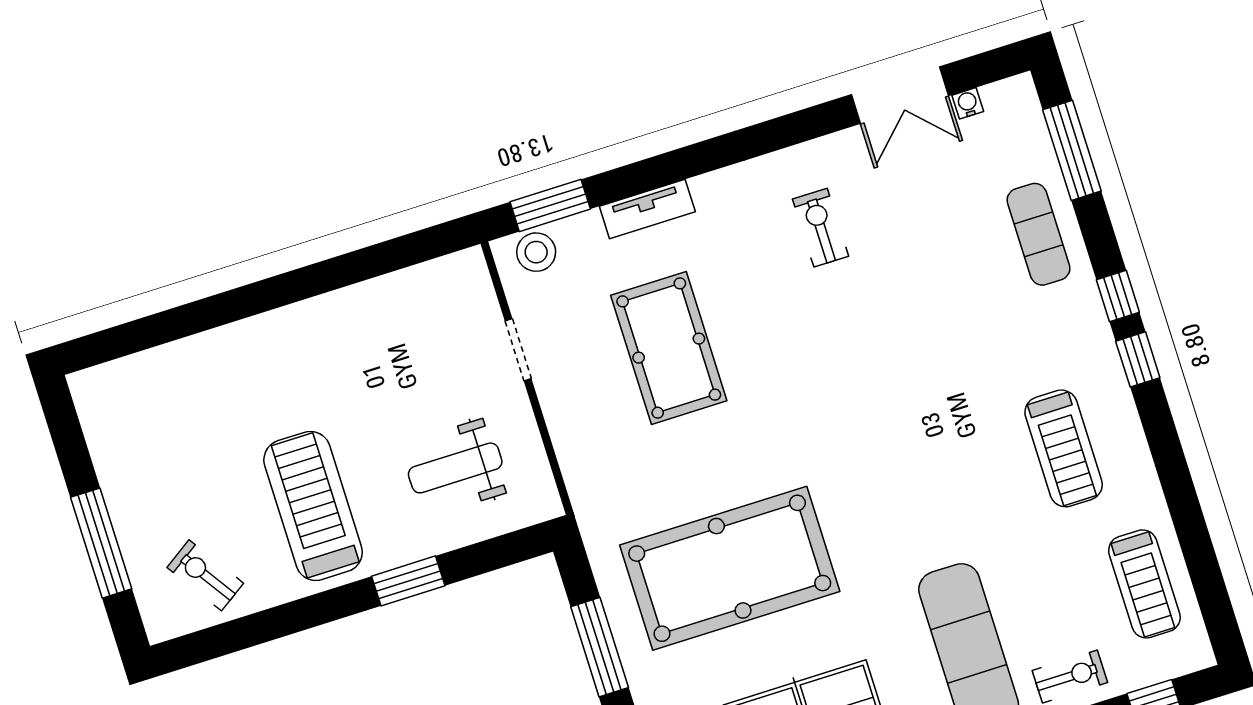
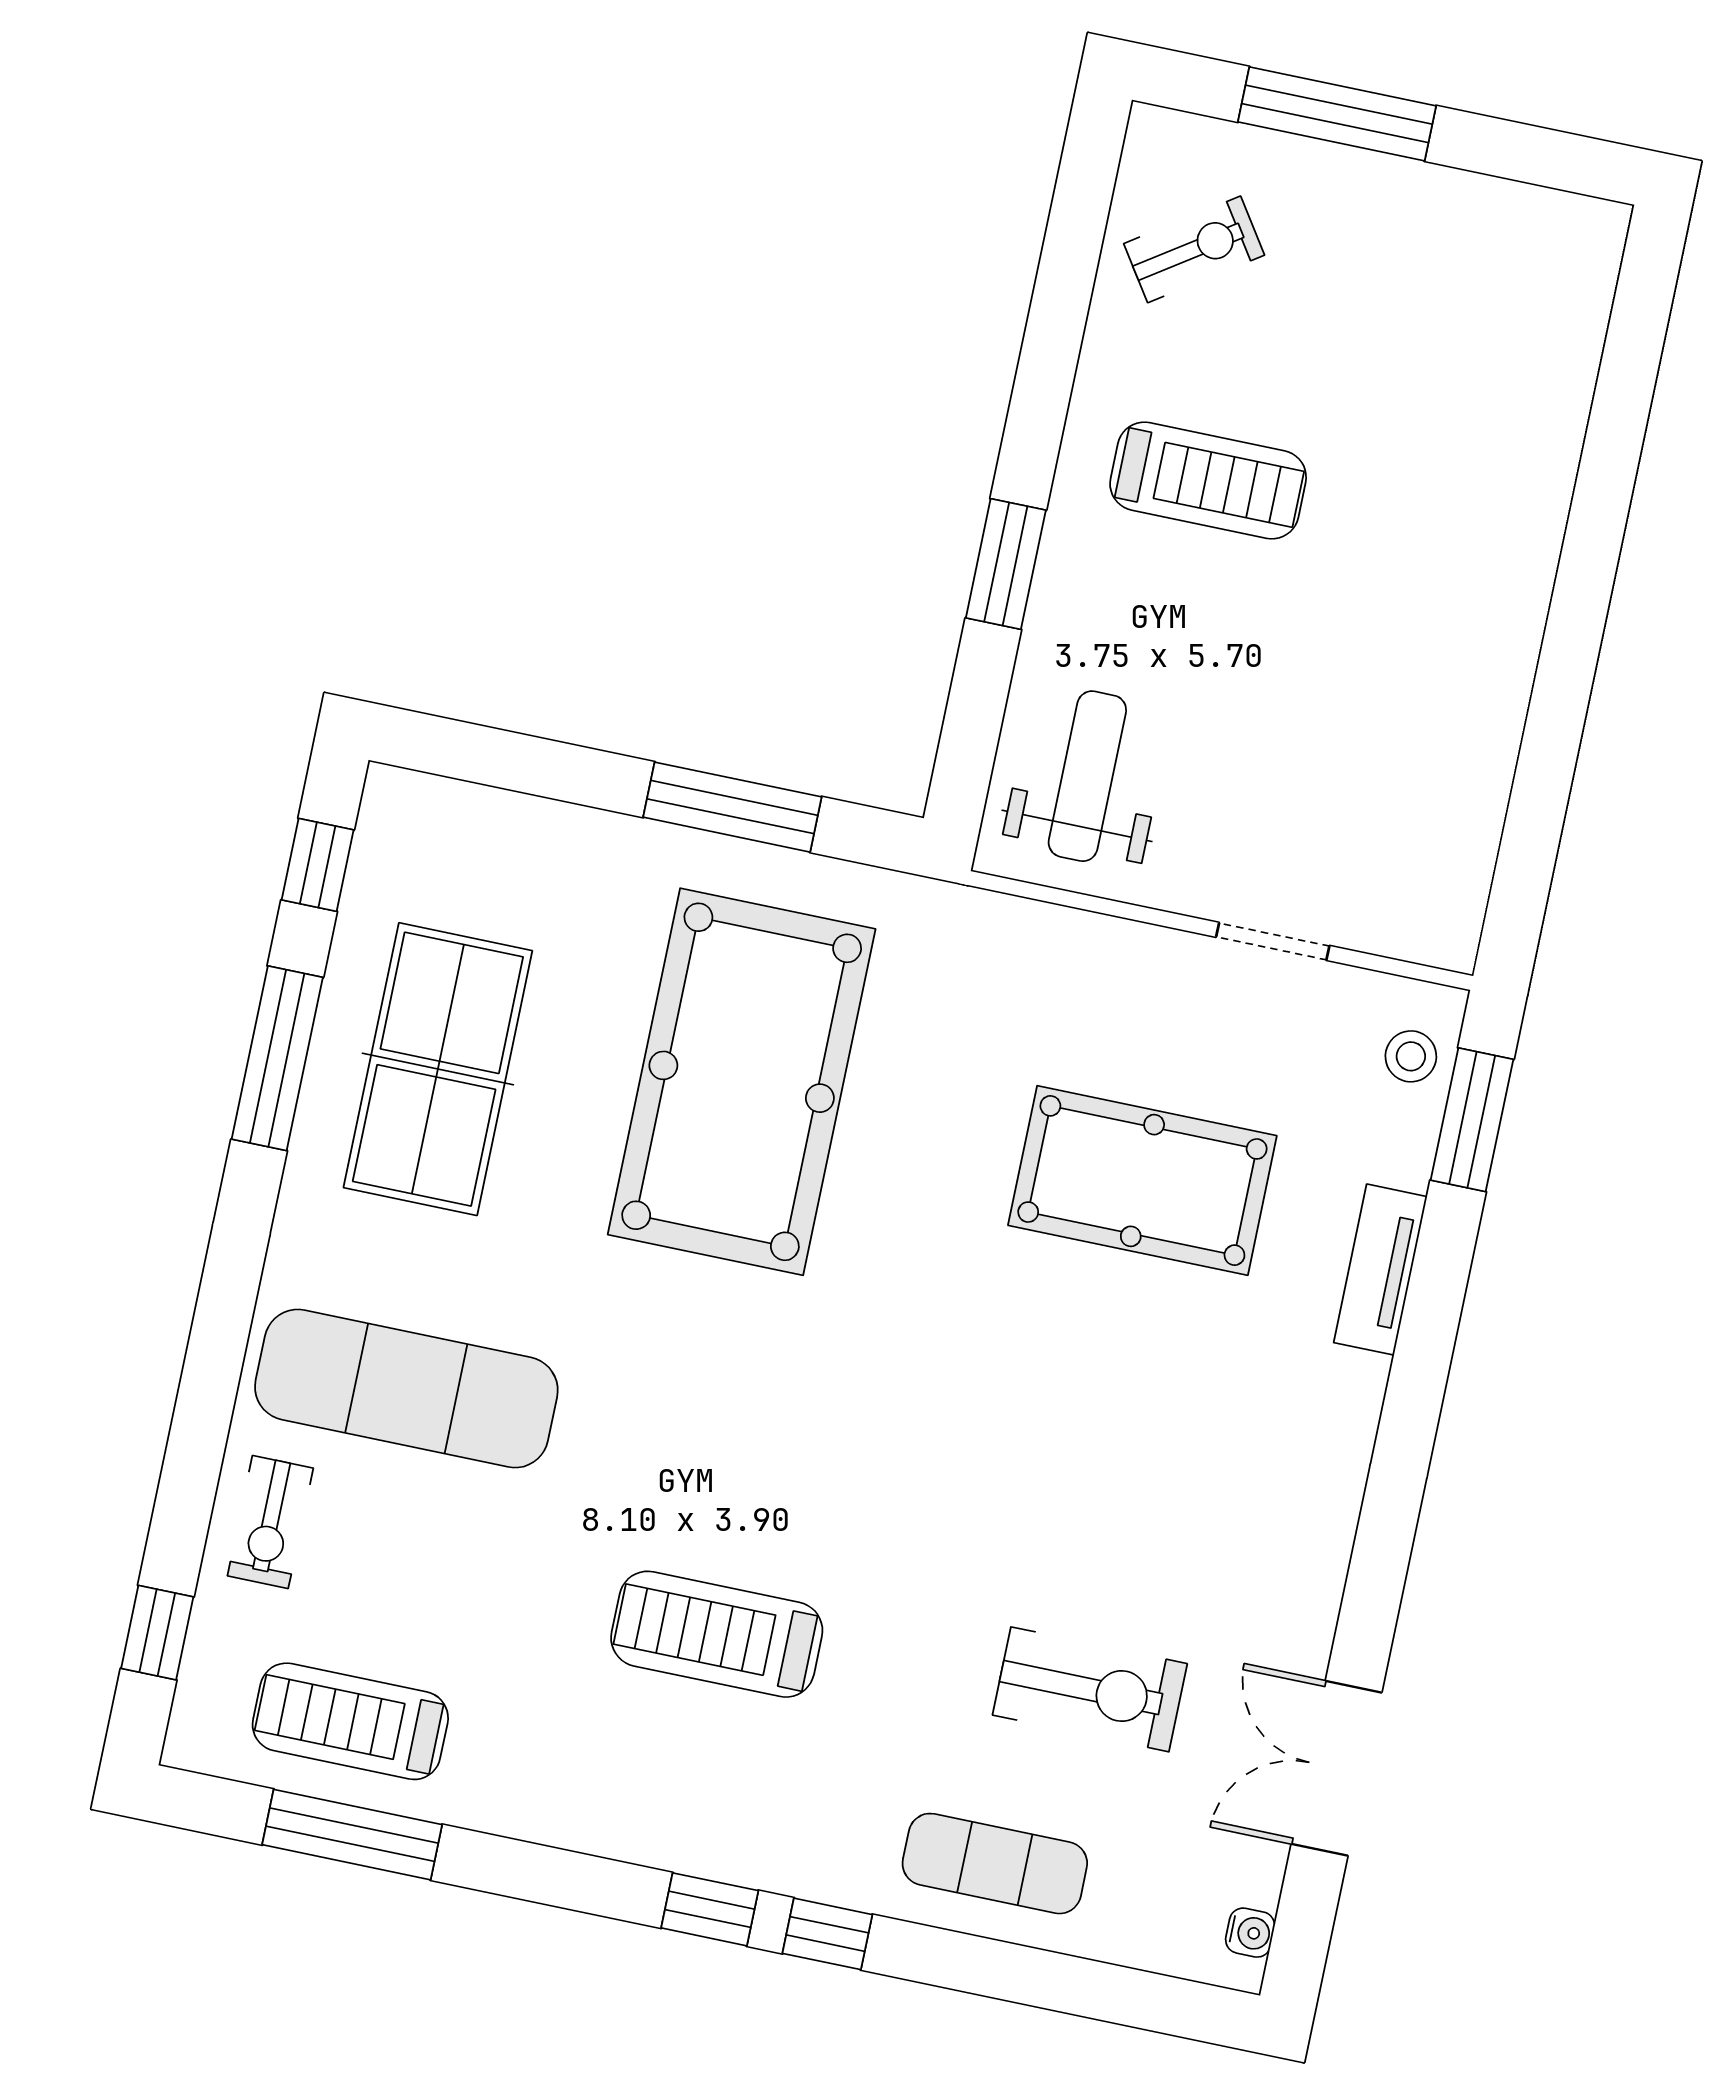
water cooler: (968, 103) -> (1250, 1933), moved
window: (1072, 150) -> (352, 1835), moved
exercise bike: (821, 228) -> (1090, 1689), moved, width x1.38, depth x1.39
stool: (536, 252) -> (1411, 1056), width x0.73, depth x0.73
treadmill: (1064, 448) -> (717, 1634), moved
weight bench: (455, 468) -> (1087, 776), moved
treadmill: (313, 506) -> (1208, 481), width x0.73, depth x0.73

